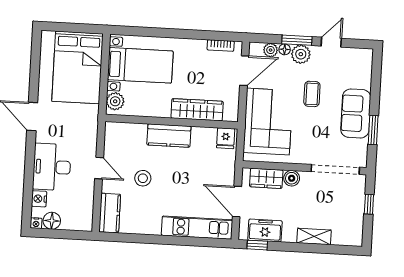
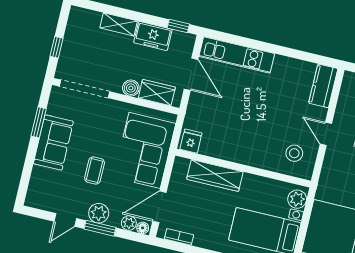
floor lamp: (285, 49) -> (143, 228), moved
kitchen counter: (169, 136) -> (248, 154), removed
stool: (143, 178) -> (294, 153), moved
freezer: (265, 230) -> (153, 36), moved

